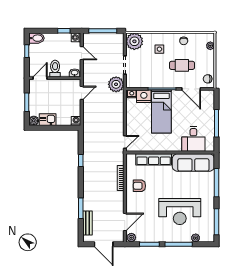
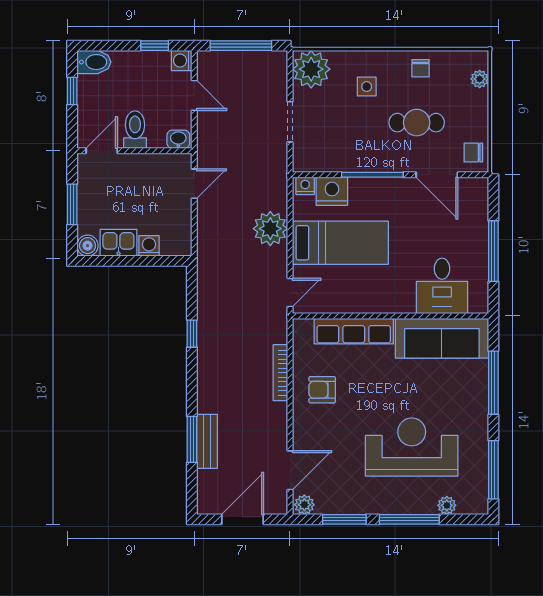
plant: (116, 84) -> (270, 229), moved
bed: (161, 112) -> (340, 243), moved, turned -90
washing machine: (76, 121) -> (149, 246), moved
reception desk: (180, 212) -> (412, 447), turned 180
bench: (87, 223) -> (207, 441), moved
door: (104, 244) -> (243, 519), swing flipped

